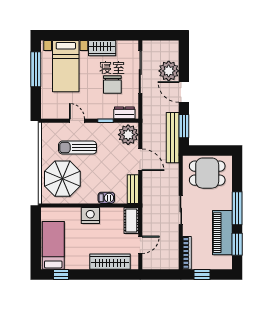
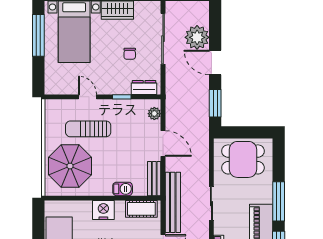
chair: (112, 85) -> (130, 54), width x0.54, depth x0.54
plant: (128, 135) -> (154, 114), width x0.53, depth x0.53
bench: (173, 138) -> (173, 202), moved
cot: (131, 221) -> (141, 209), moved, turned 90

